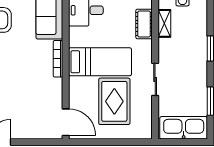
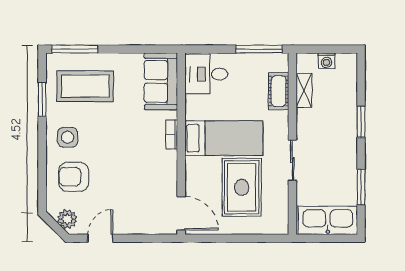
bookcase: (58, 59) -> (172, 134), width x0.64

